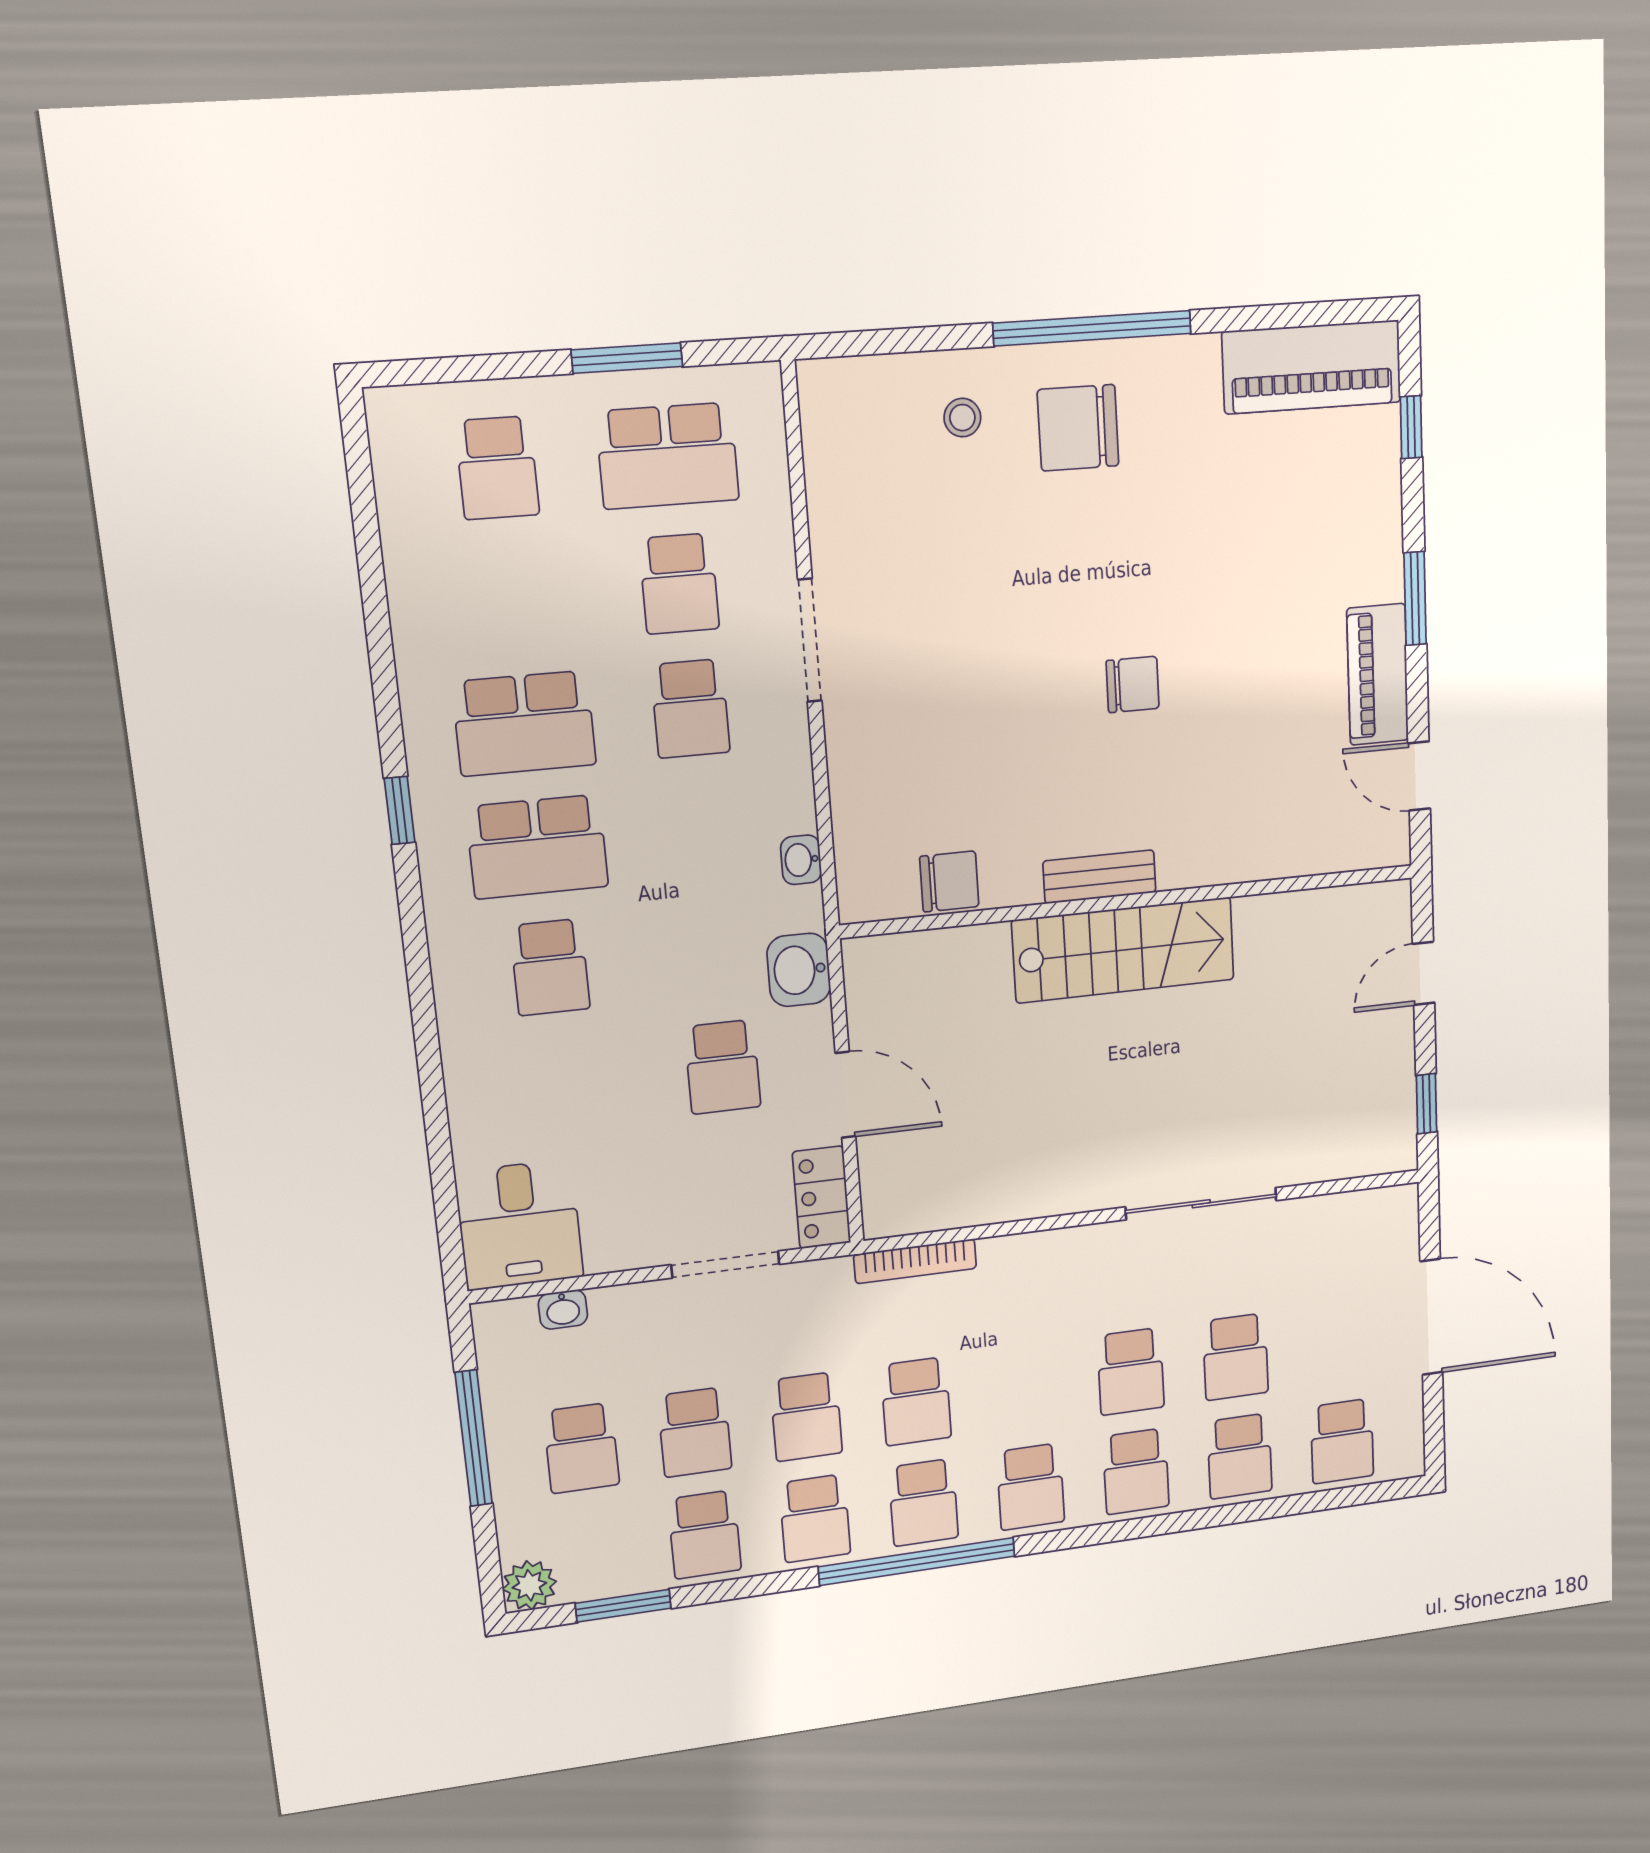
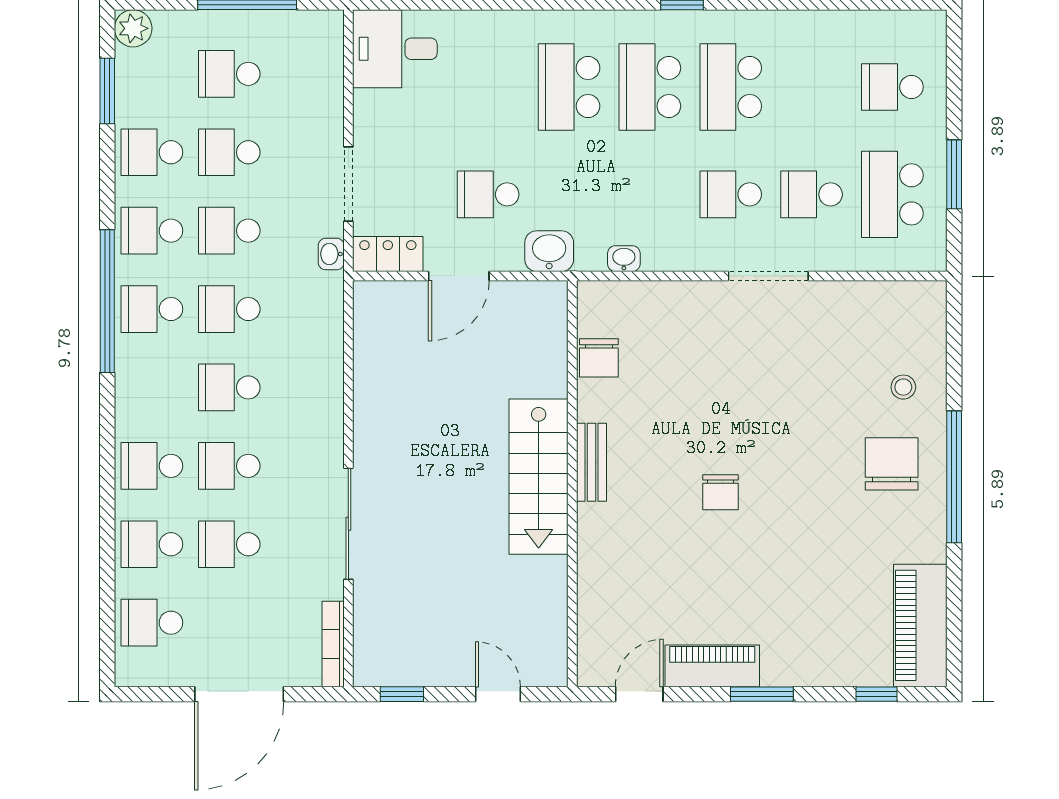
school desk: (550, 967) -> (569, 87), width x1.85
bookcase: (915, 1261) -> (333, 644), moved
washbasin: (563, 1310) -> (331, 254), moved
school desk: (1031, 1487) -> (229, 387), moved

